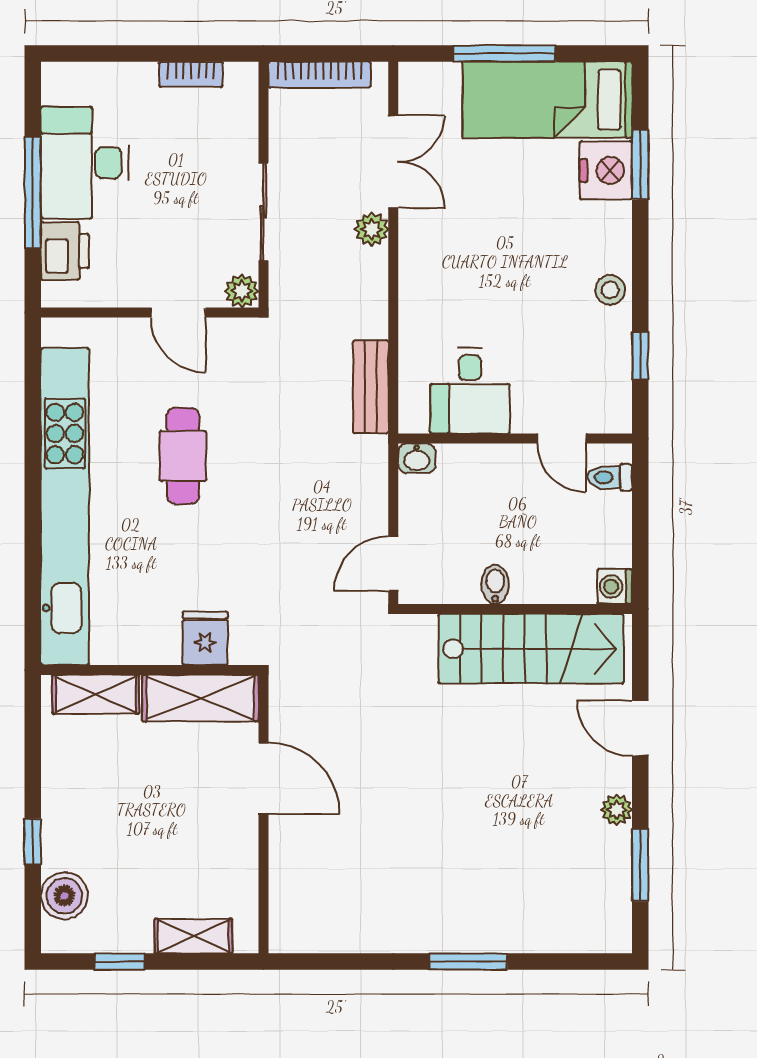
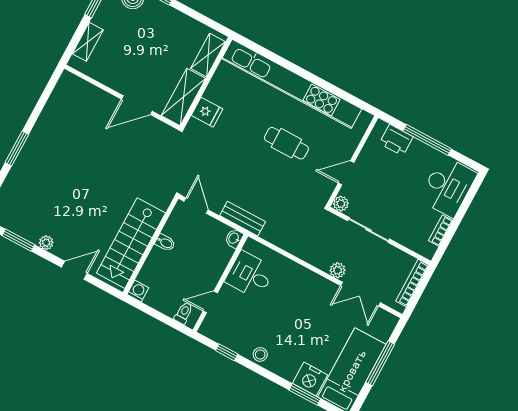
desk: (85, 163) -> (448, 186), moved, turned 90
bench: (371, 387) -> (243, 219), moved

